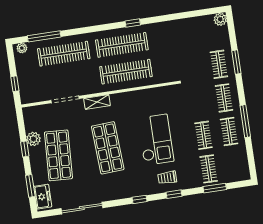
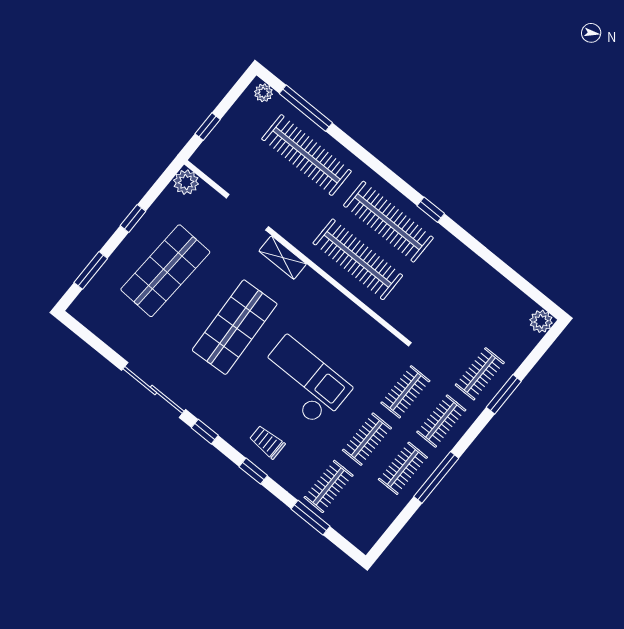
clothes rail: (198, 102) -> (405, 392), added
plant: (33, 139) -> (186, 182), moved
checkout: (156, 140) -> (303, 381), turned -90
freezer: (43, 197) -> (92, 300), removed
sliding door: (82, 208) -> (154, 390), moved

